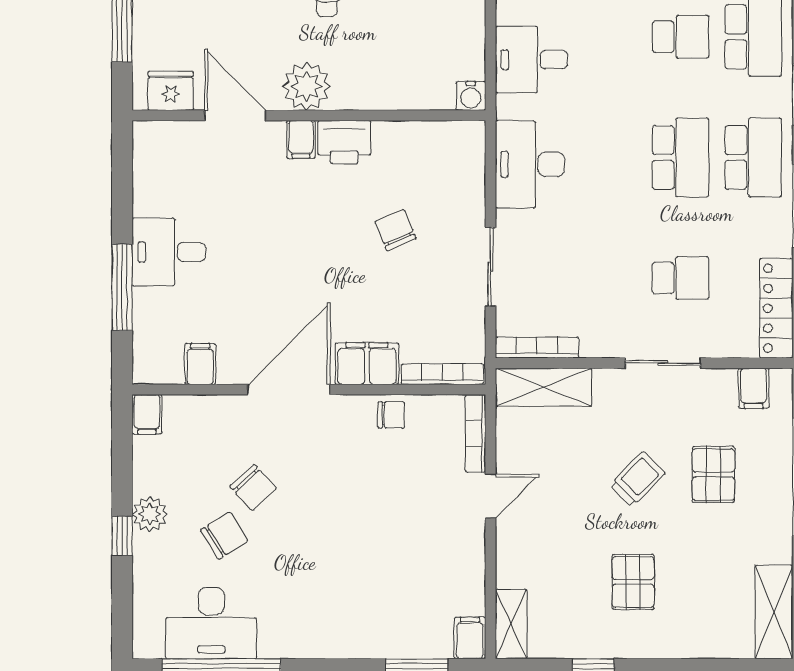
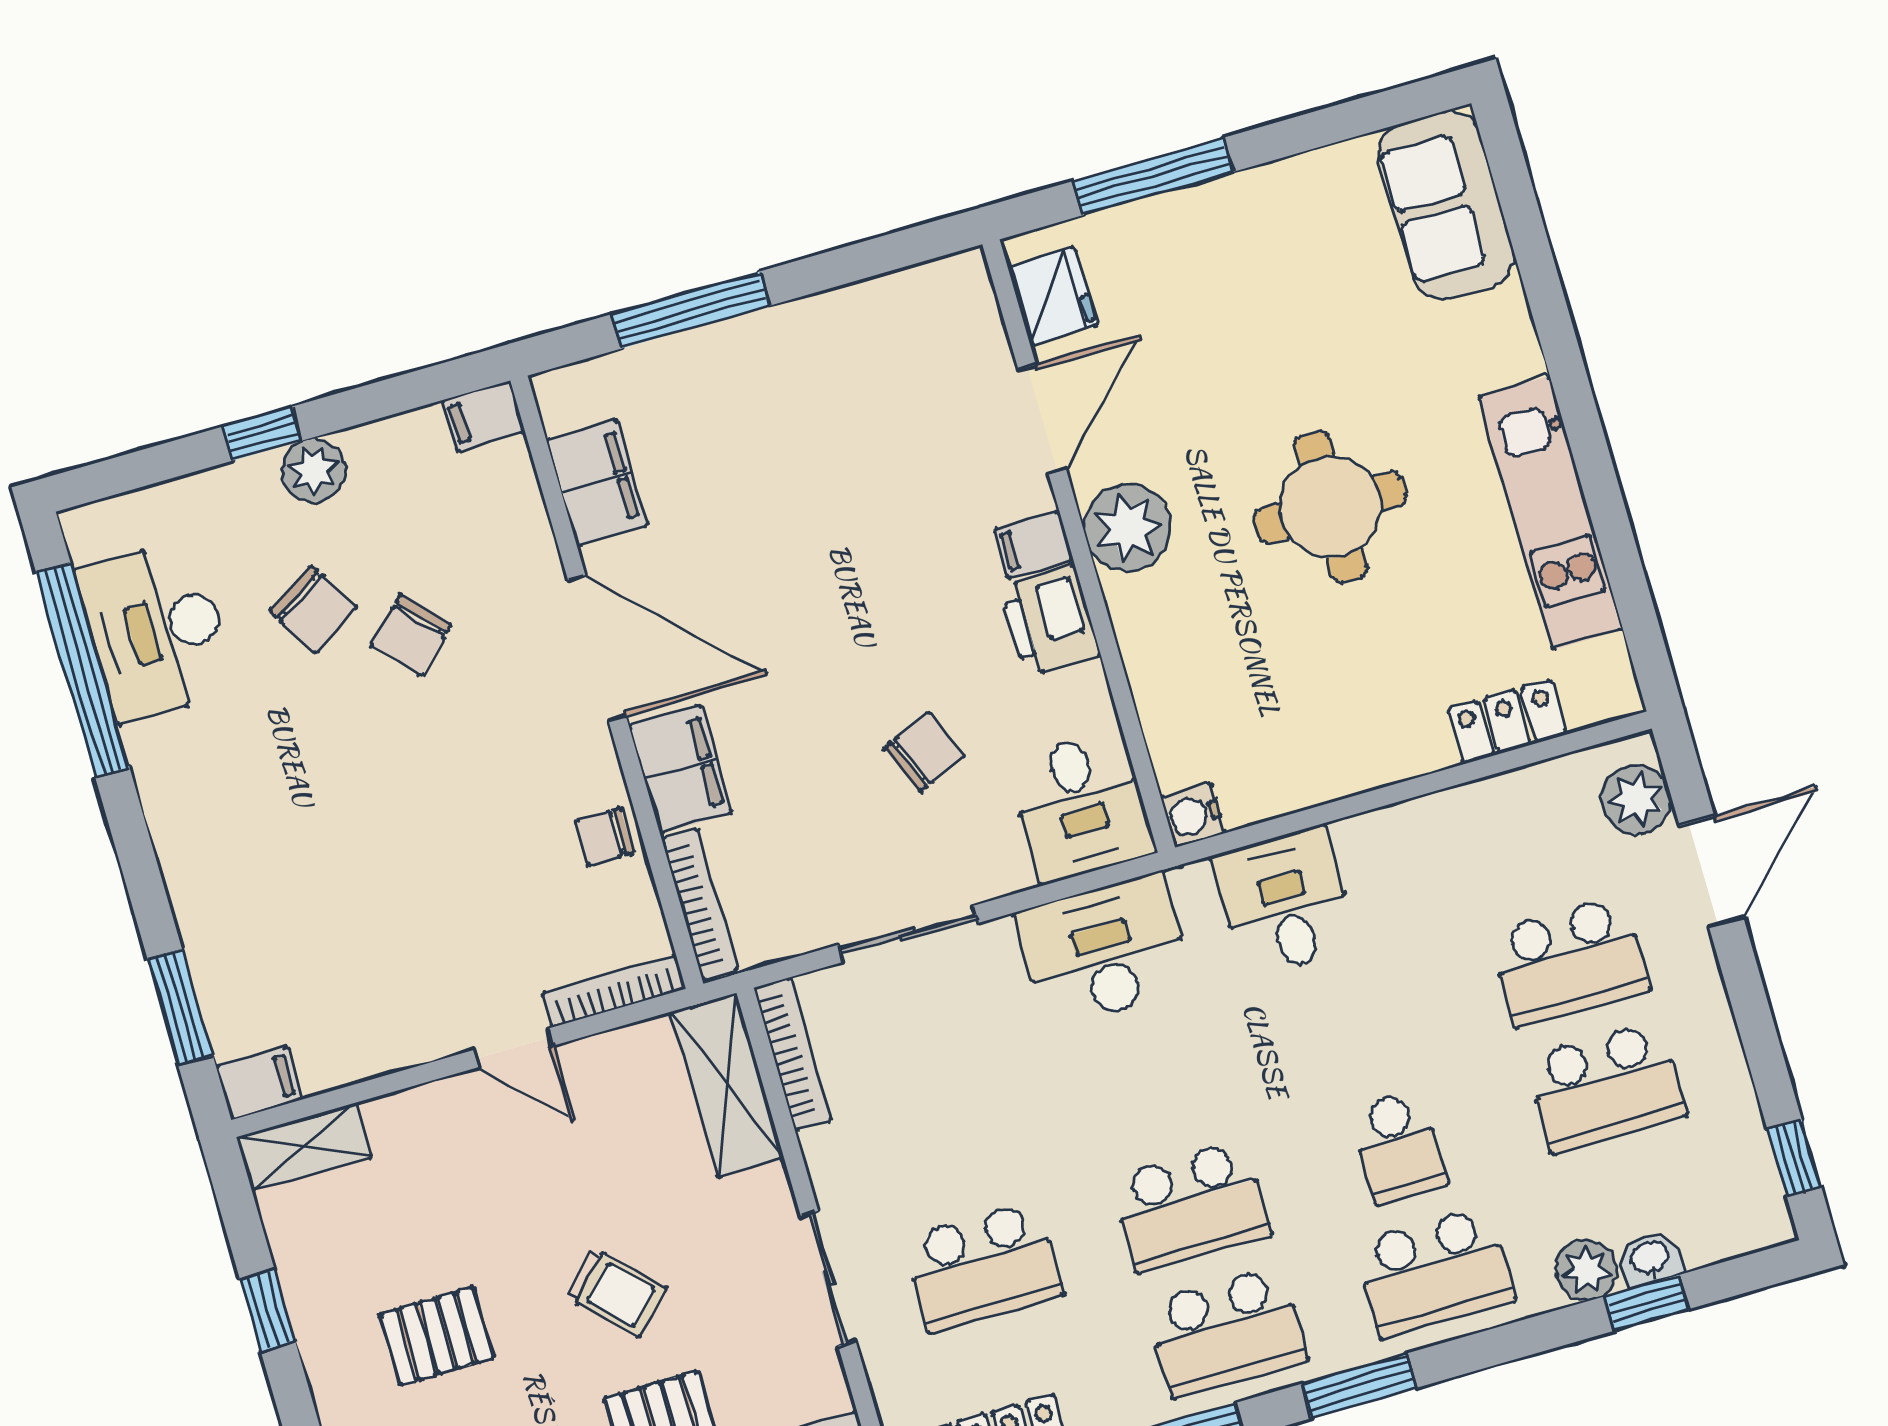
desk: (169, 252) -> (1081, 806), moved, turned 180
school desk: (680, 278) -> (983, 1266), width x1.85
filing cabinet: (200, 364) -> (597, 483), width x2.00
chair: (391, 415) -> (604, 837), turned 90

